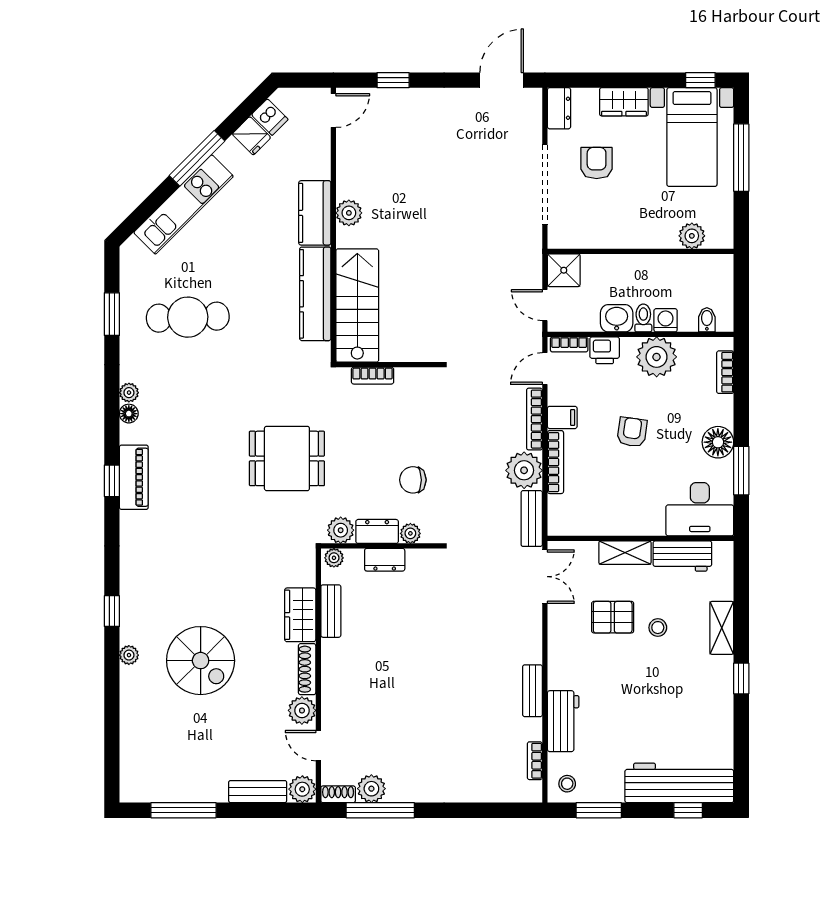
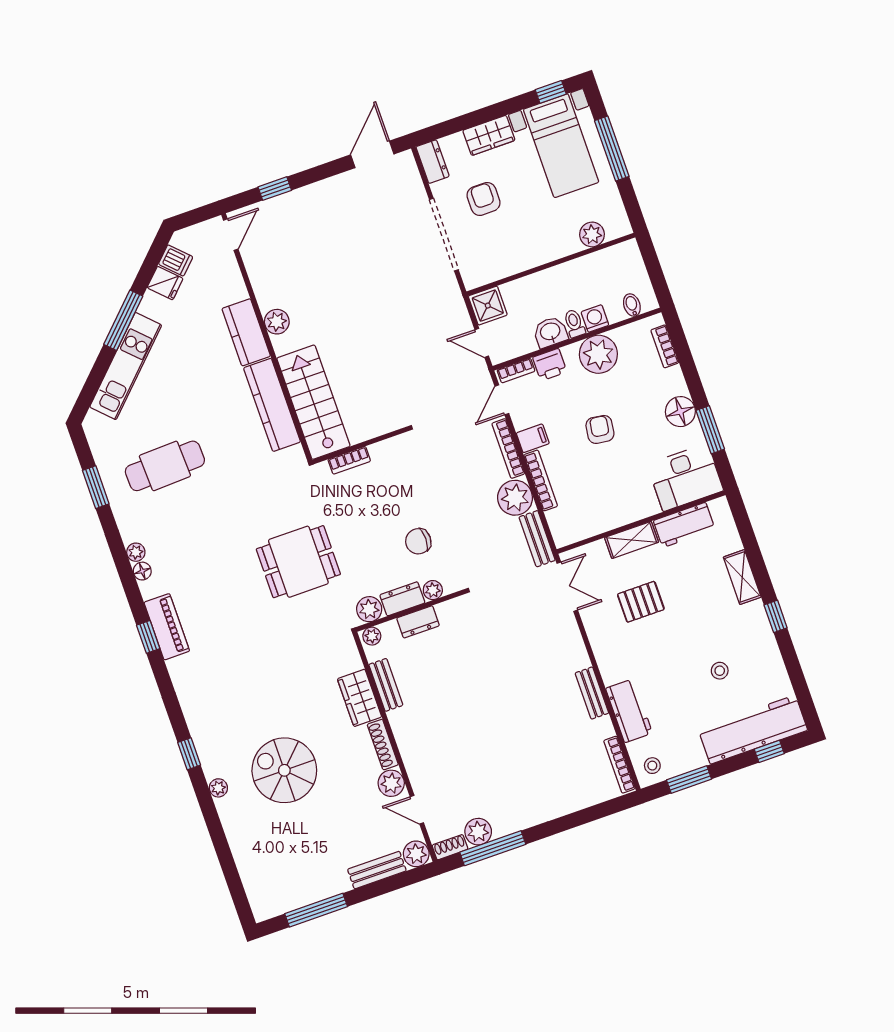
stool: (658, 628) -> (720, 671), moved
spiral stairs: (201, 661) -> (284, 770), turned 180
bookcase: (535, 761) -> (619, 765), width x1.56

